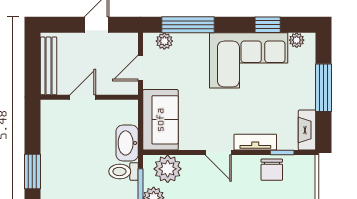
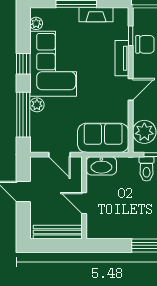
window: (268, 25) -> (23, 64), moved
plant: (164, 41) -> (37, 105), moved
fireplace: (307, 130) -> (96, 15), moved
washbasin: (127, 143) -> (101, 166), moved

